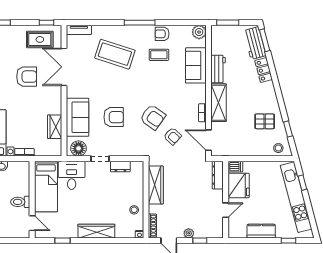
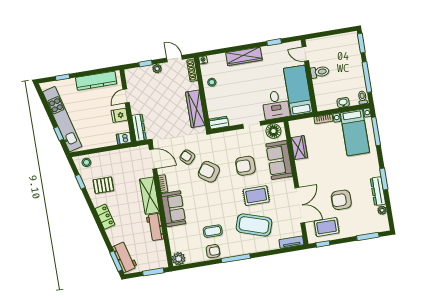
sofa: (196, 65) -> (173, 209), moved
locker: (264, 70) -> (105, 217), moved
armchair: (27, 77) -> (341, 200), moved
rug: (108, 84) -> (256, 196), added
dresser: (120, 167) -> (219, 123), moved
fridge: (239, 186) -> (119, 115), width x0.53, depth x0.75
kitchen counter: (261, 231) -> (96, 81), width x1.50

